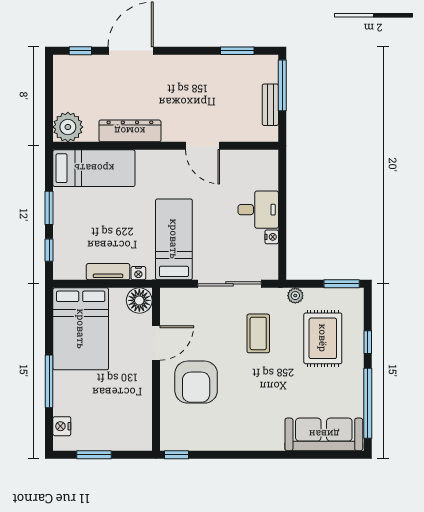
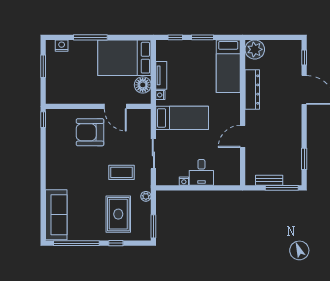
sliding door: (230, 284) -> (153, 154), width x0.73
floor lamp: (139, 300) -> (143, 85), moved
rug: (323, 338) -> (118, 214), turned 90

